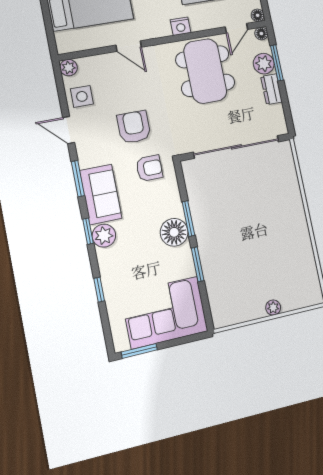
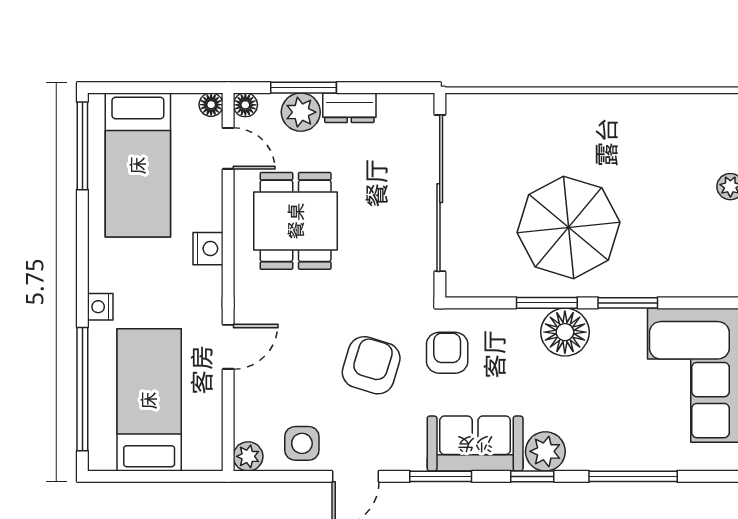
dining table: (205, 71) -> (296, 221), width x0.73
armchair: (134, 127) -> (371, 365), turned 107
parasol: (232, 222) -> (568, 227), added
window: (99, 290) -> (633, 476), width x2.17

